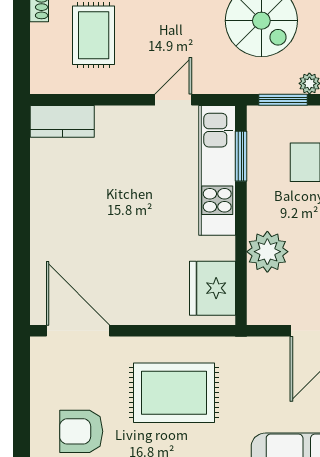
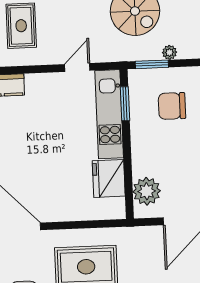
plant: (267, 252) -> (147, 191), moved
fridge: (213, 288) -> (109, 178), moved

